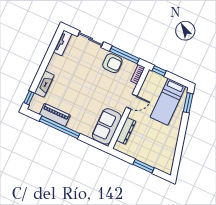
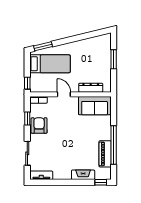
window: (125, 55) -> (27, 119), width x0.46

